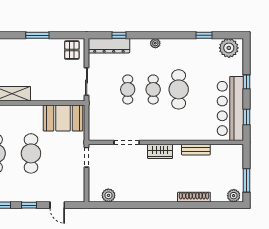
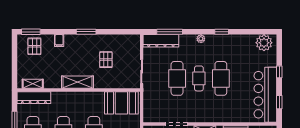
window: (37, 35) -> (86, 32), moved
window: (119, 35) -> (170, 32), width x2.17
window: (204, 35) -> (222, 32), moved
pallet: (72, 50) -> (106, 60), moved
cafe table: (128, 89) -> (177, 78), width x1.37, depth x1.35

